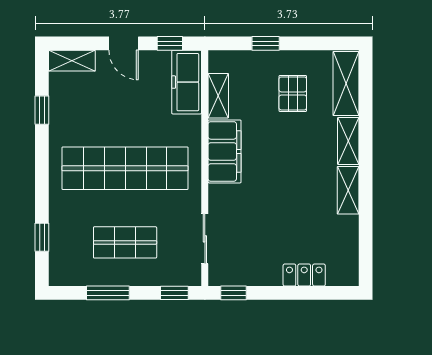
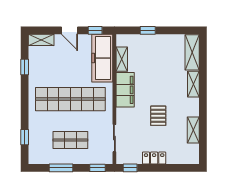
freezer: (187, 82) -> (102, 58), width x1.36, depth x1.26
pallet: (293, 93) -> (158, 116), moved
shelving: (348, 190) -> (193, 130), moved
locker: (304, 275) -> (154, 158), moved

